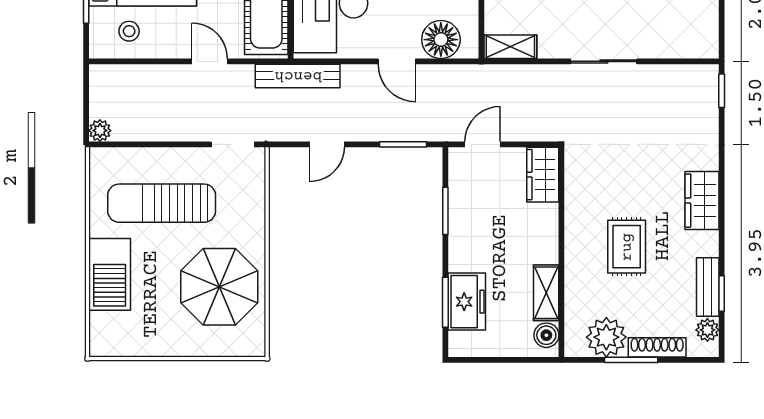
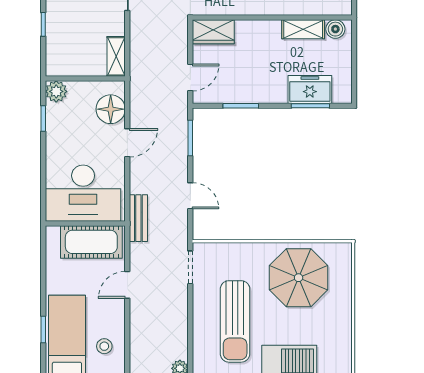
bench: (298, 76) -> (138, 218), width x0.73
door: (483, 144) -> (190, 77), swing flipped

